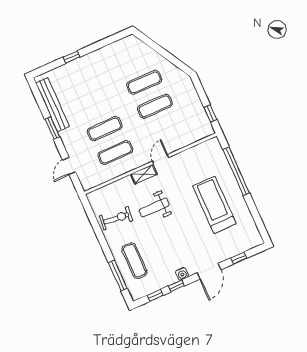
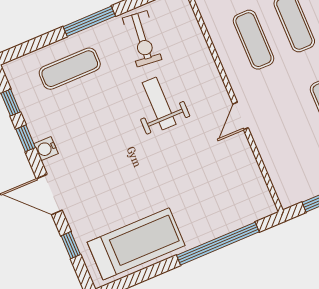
door: (161, 159) -> (240, 116), swing flipped
shelving: (144, 174) -> (216, 87), removed
treadmill: (214, 205) -> (136, 244), moved
window: (118, 275) -> (89, 21), moved

